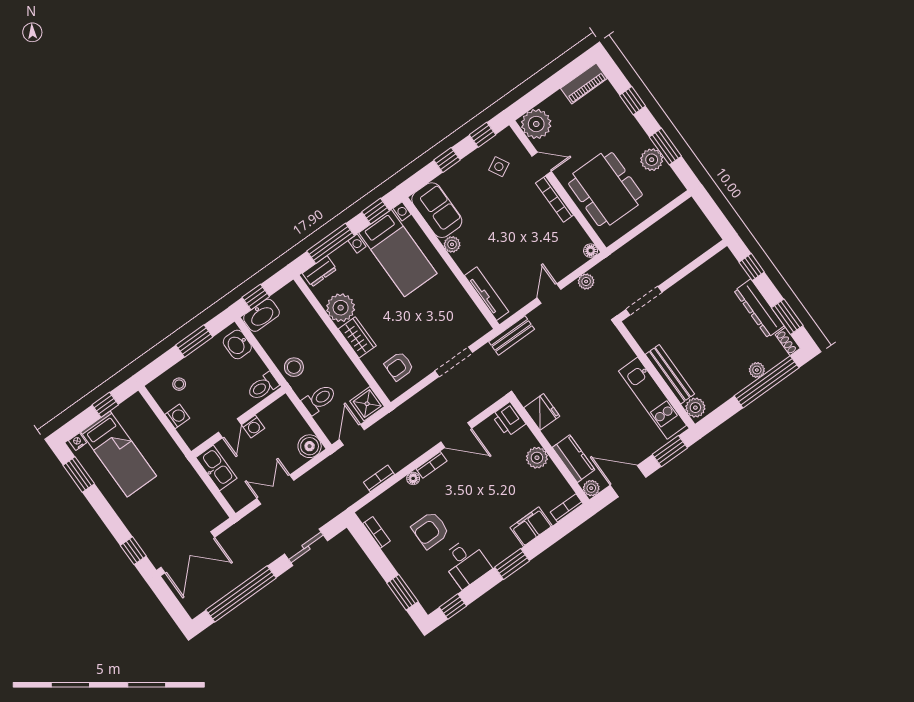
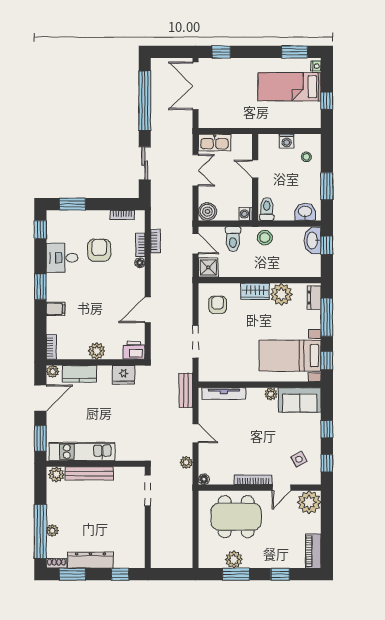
washing machine: (253, 427) -> (246, 214), moved
bookcase: (432, 465) -> (140, 245), moved
kitchen sink: (216, 468) -> (215, 142), moved
filing cabinet: (531, 527) -> (56, 309), width x0.50

